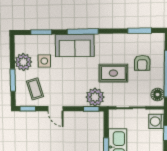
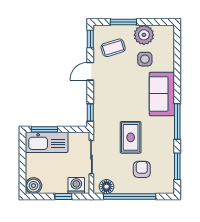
window: (41, 32) -> (177, 56), removed
window: (83, 32) -> (177, 122), moved
armchair: (142, 63) -> (142, 169), turned 90
plant: (95, 97) -> (104, 117), removed

